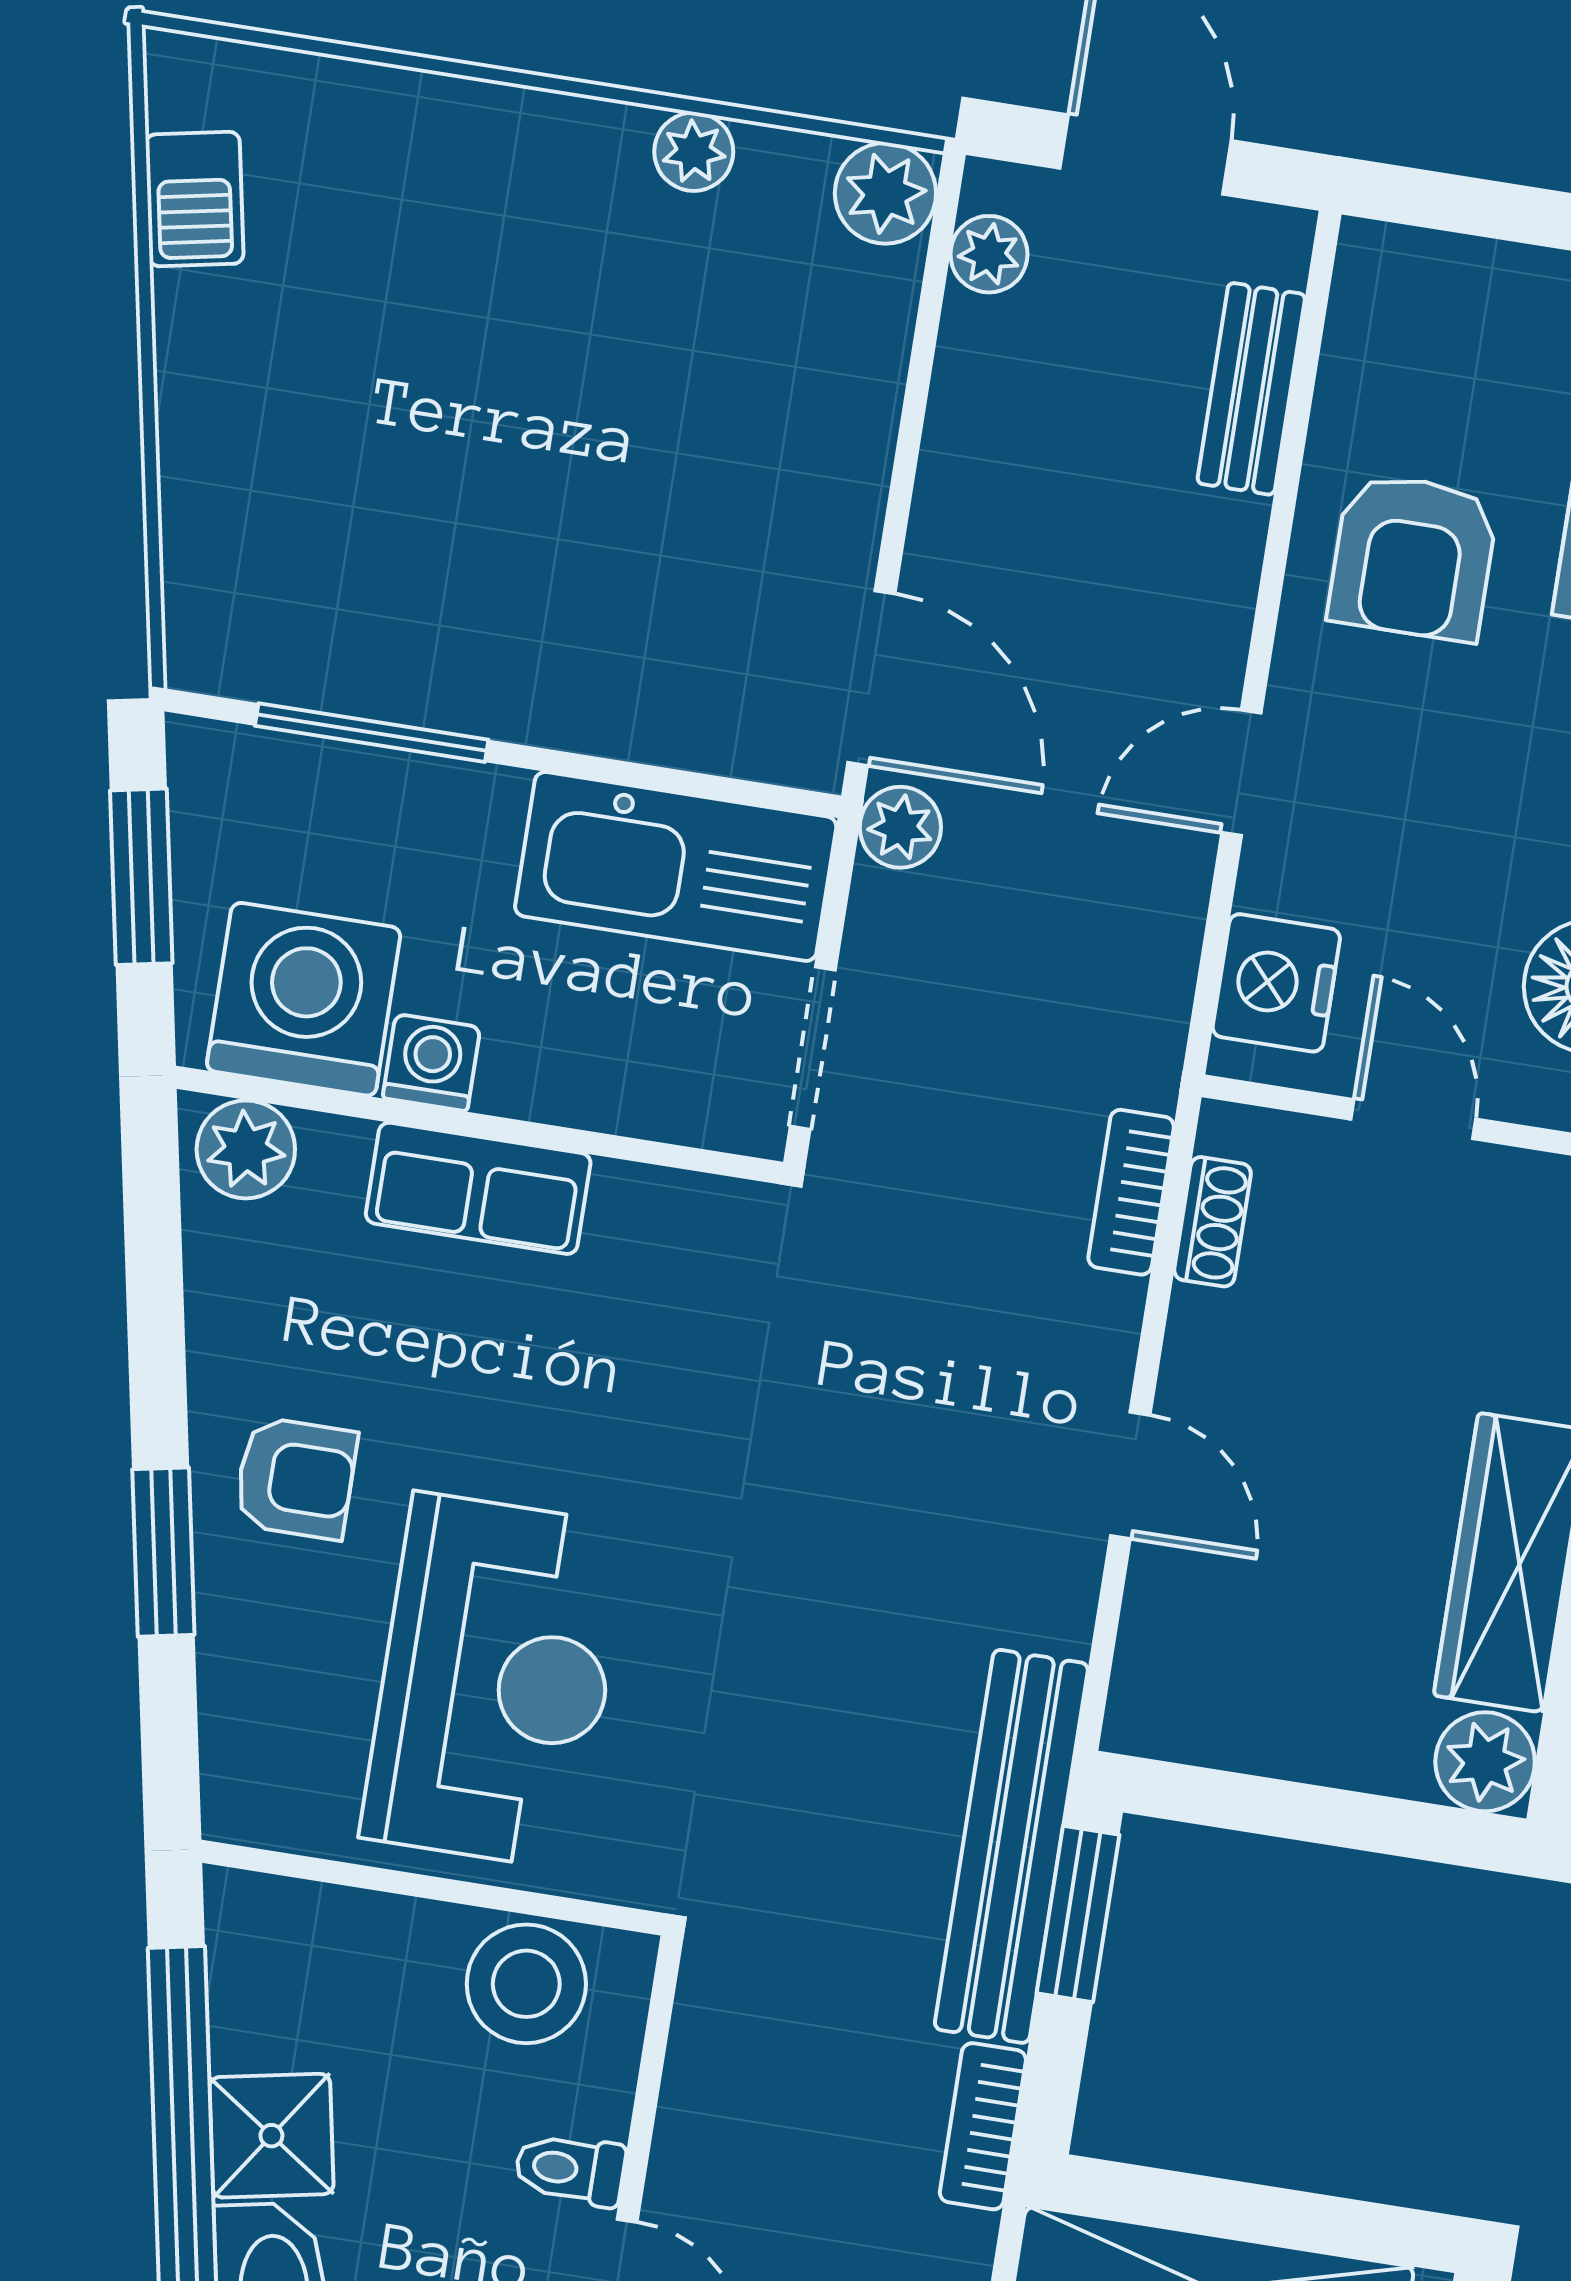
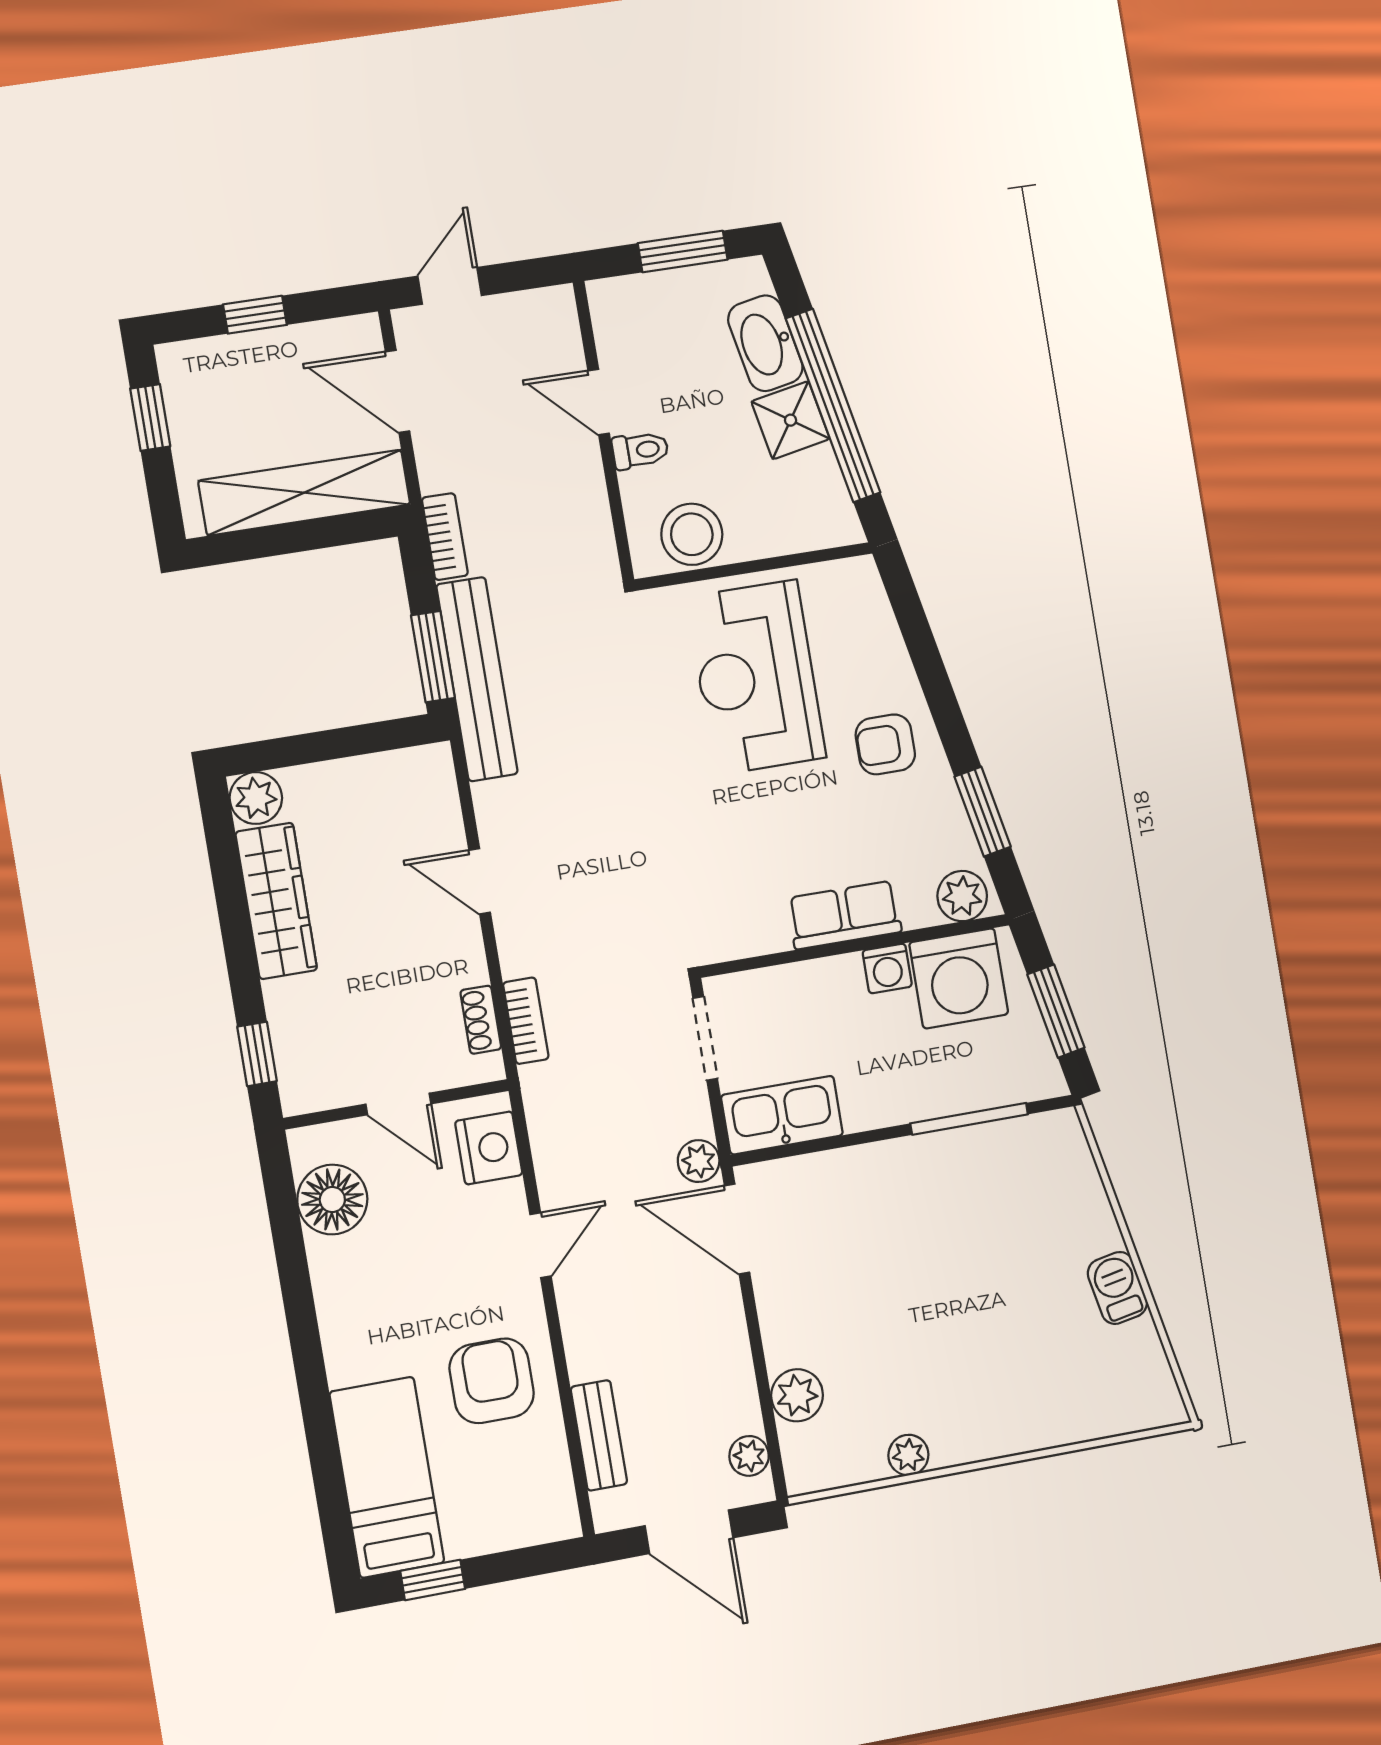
plant: (885, 193) -> (797, 1395), moved
barbecue: (195, 199) -> (1117, 1288), moved
kitchen sink: (676, 866) -> (782, 1115), width x0.73, depth x0.81
window: (163, 1552) -> (983, 812), moved

